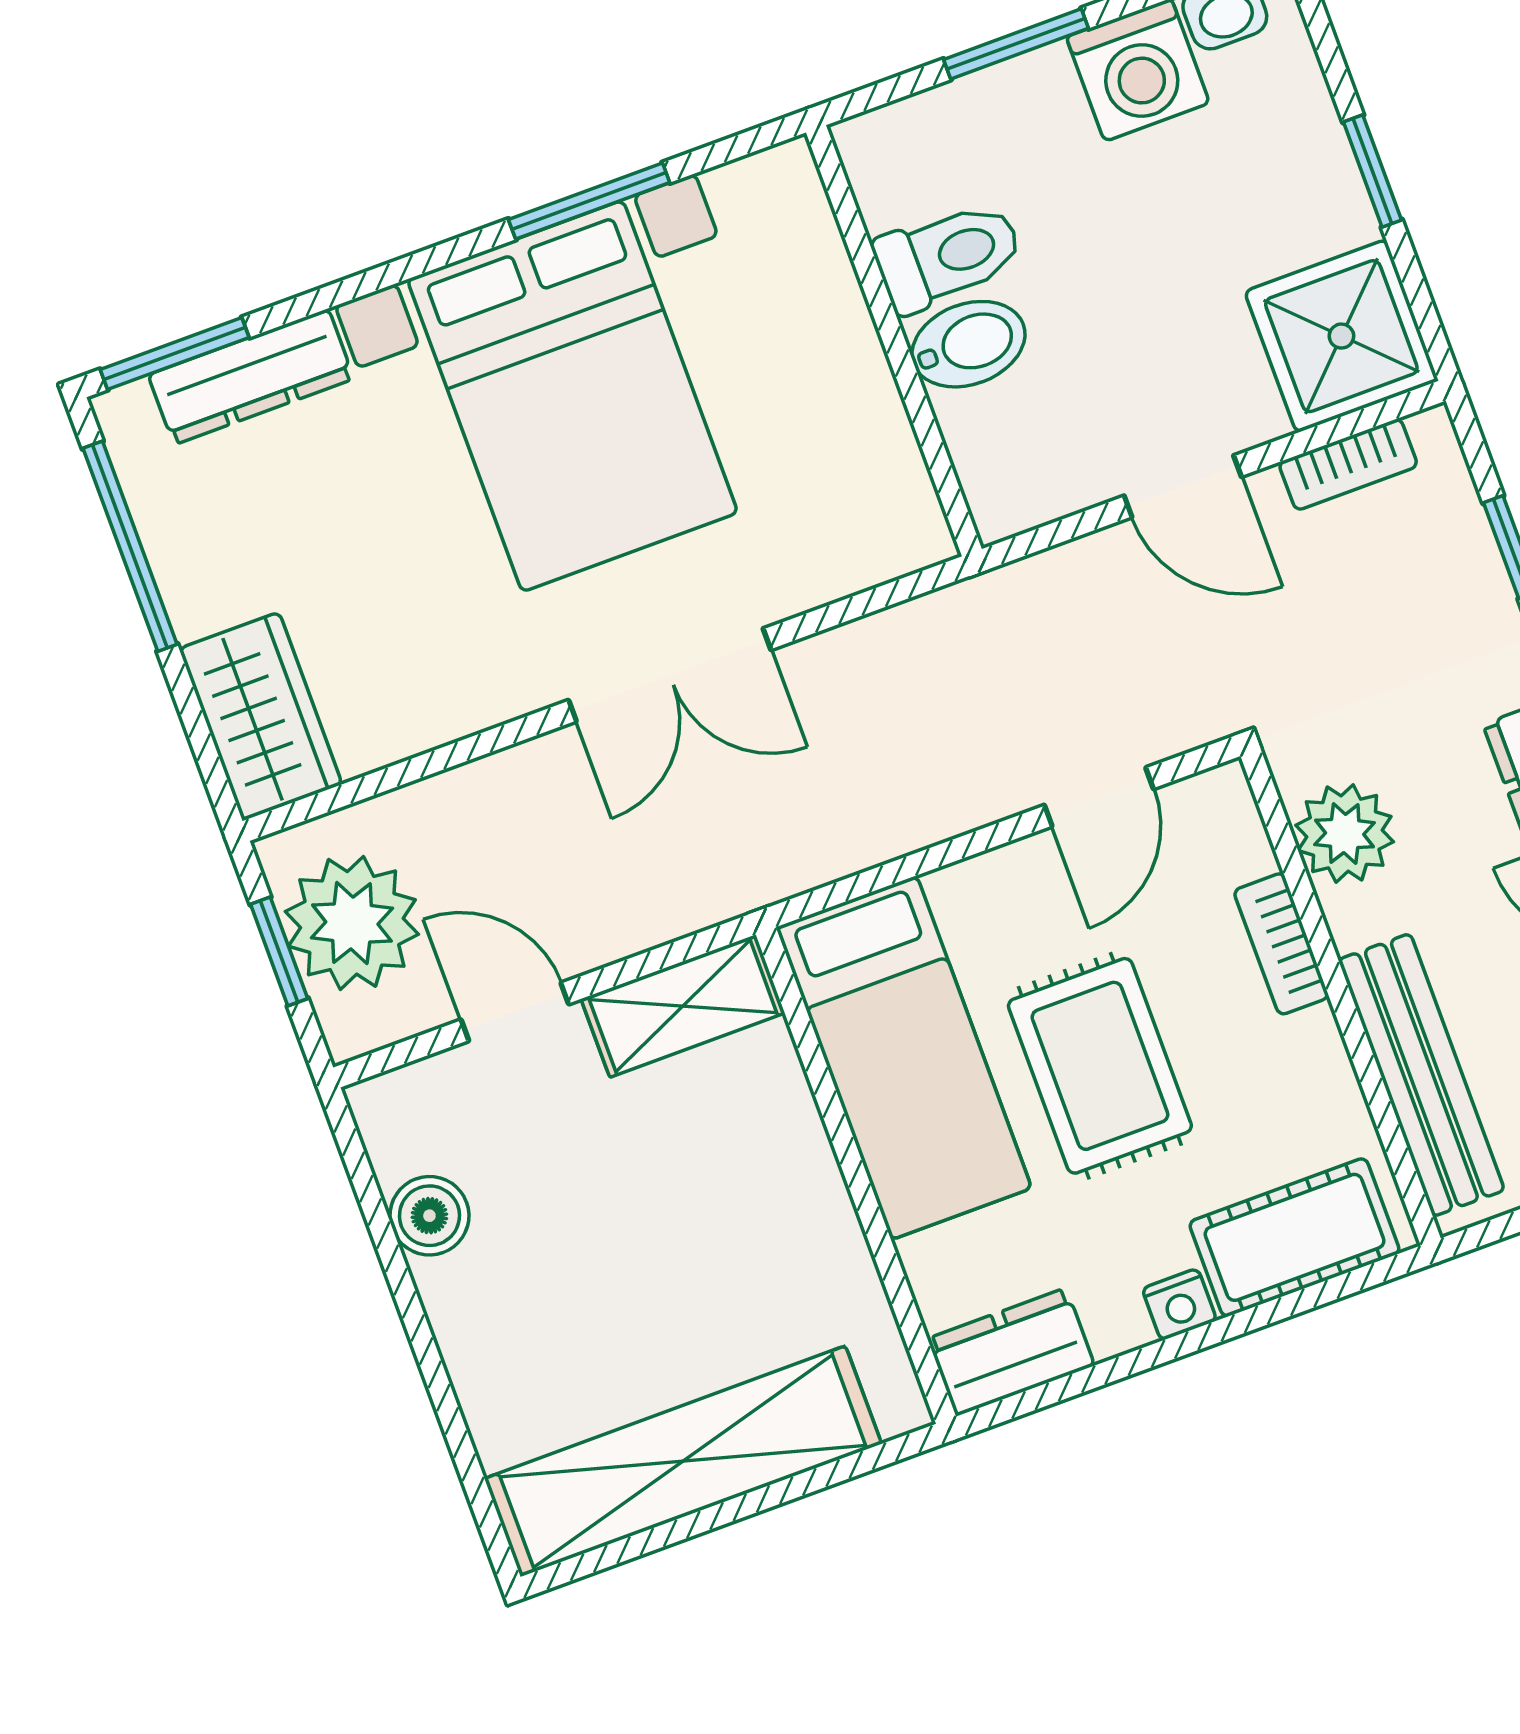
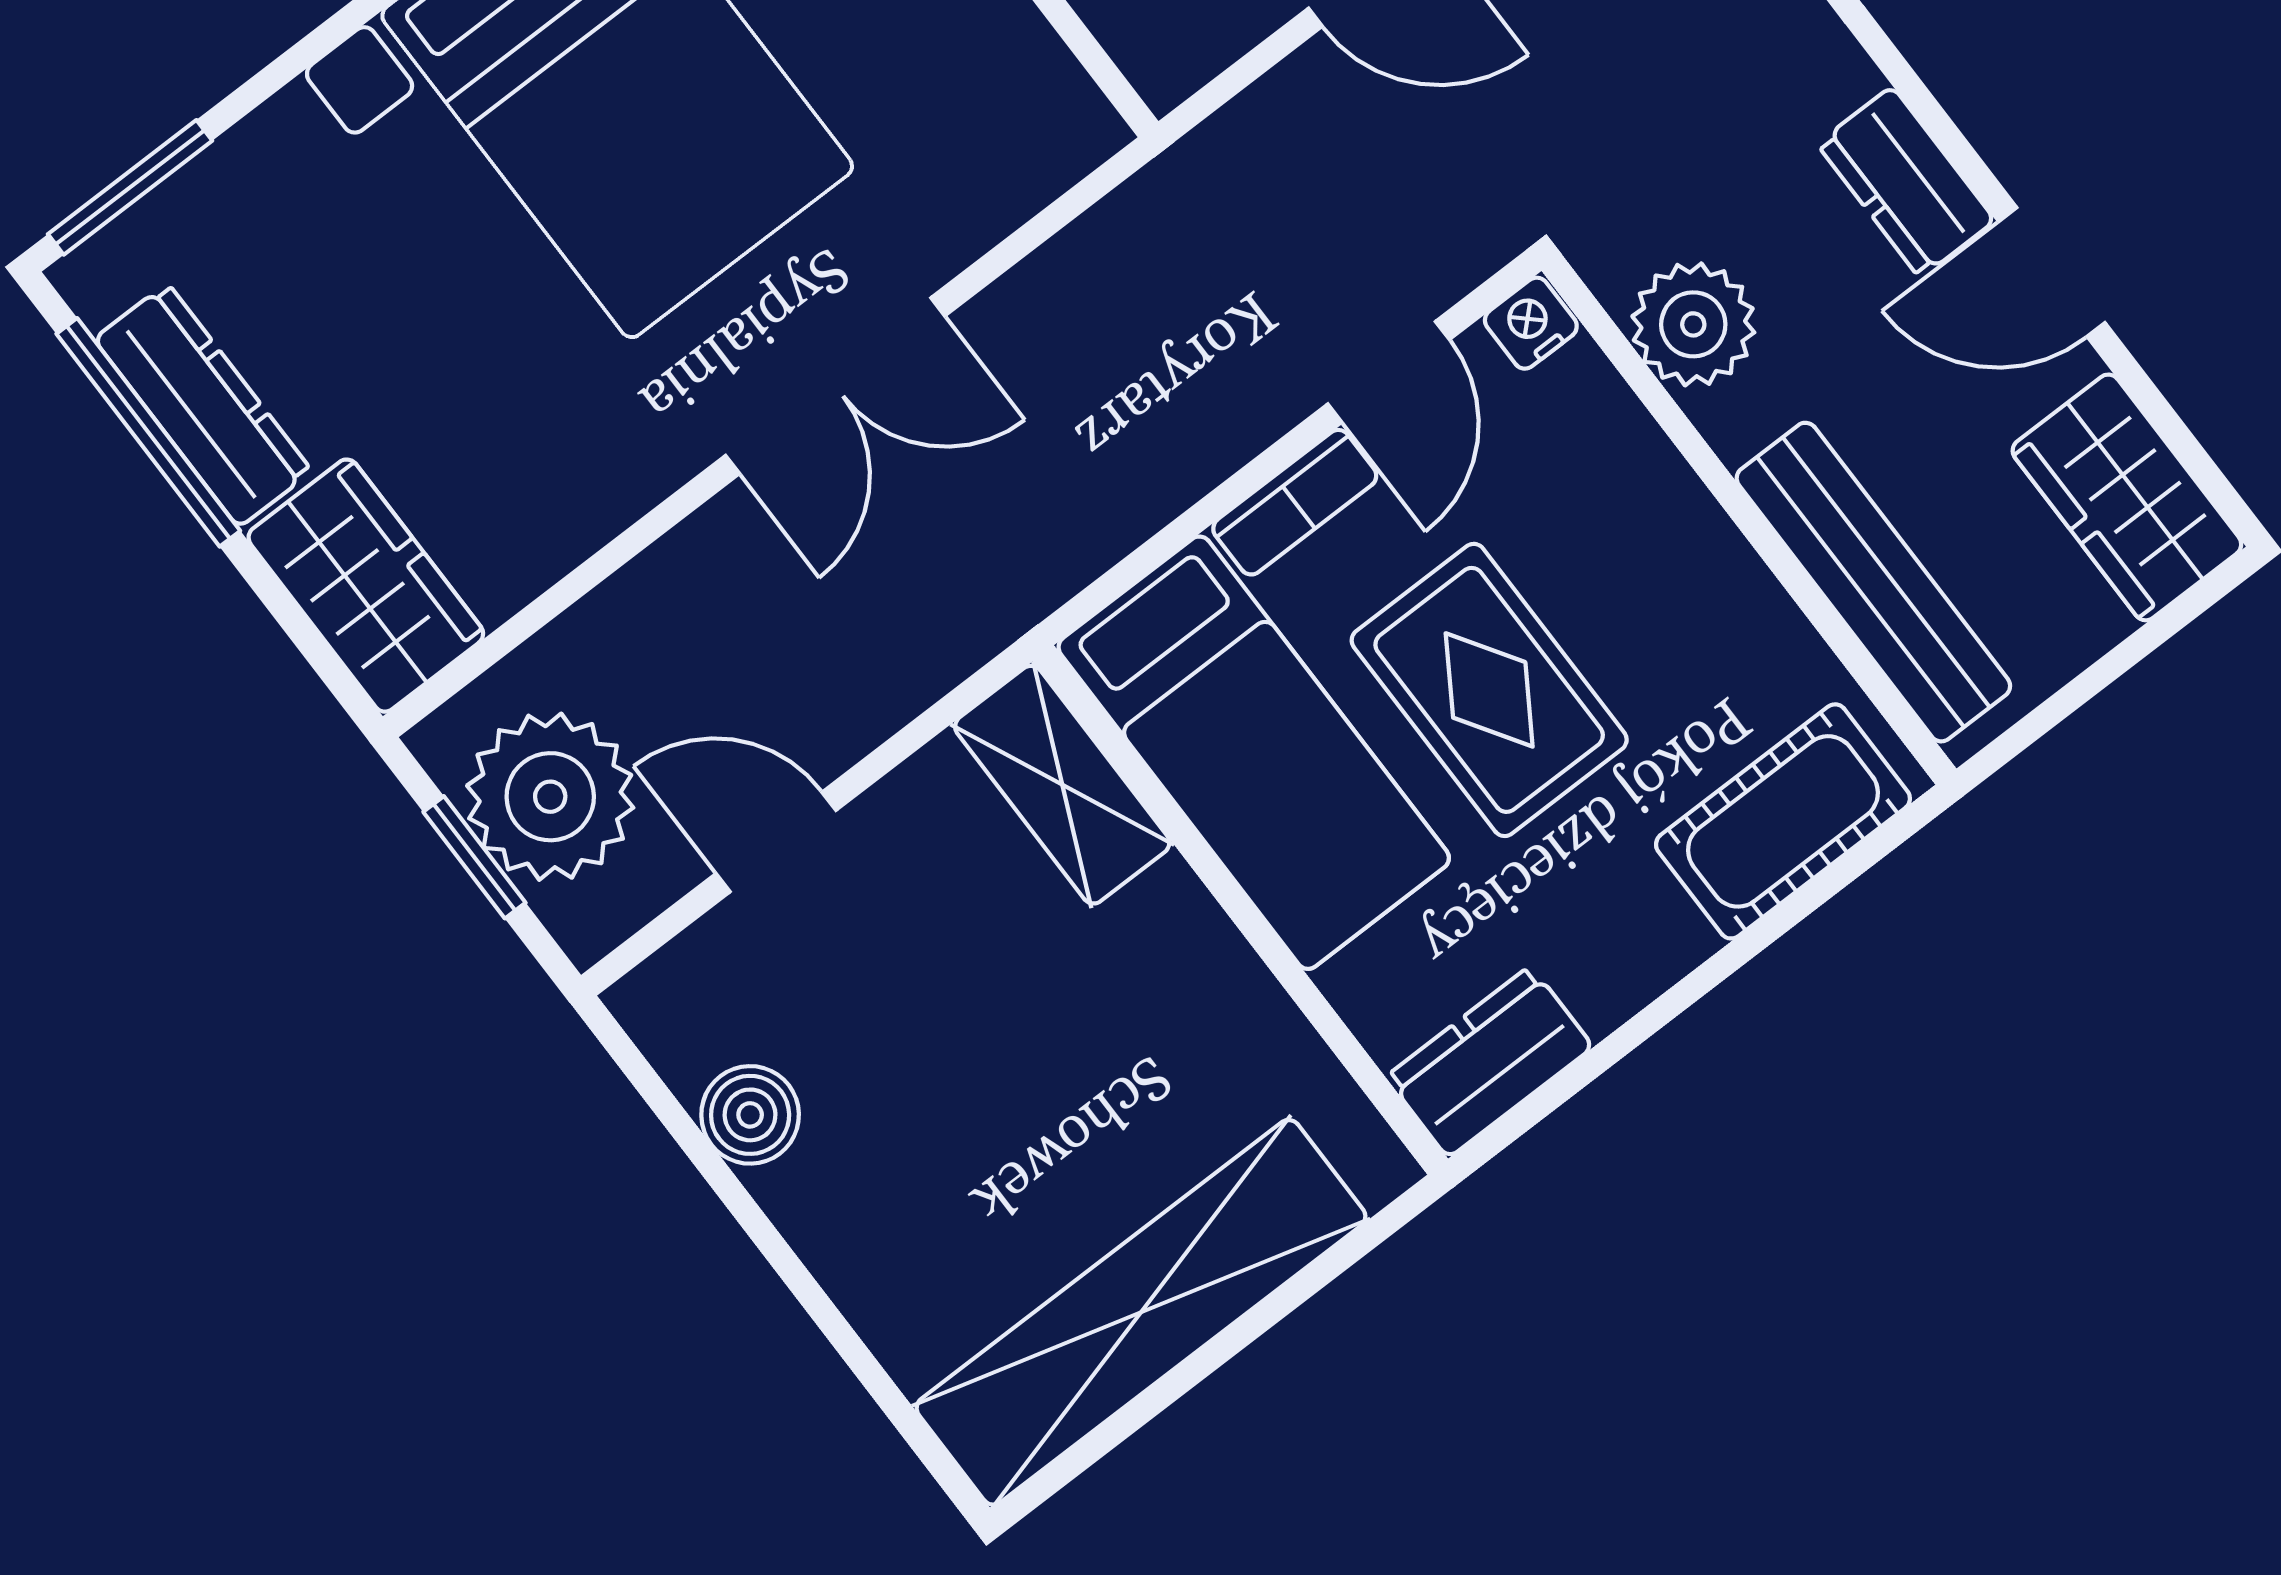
dresser: (251, 377) -> (203, 405), moved, turned -90
bookcase: (1281, 944) -> (1295, 502), moved, turned -90
shelving: (683, 1006) -> (1062, 785), moved, turned 90
nightstand: (1179, 1304) -> (1531, 323), moved, turned 180

